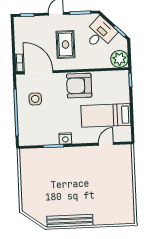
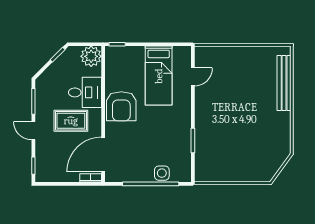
desk: (100, 33) -> (85, 92), moved, turned 135
side table: (35, 99) -> (162, 173), moved
nightstand: (65, 138) -> (184, 126), removed
door: (106, 144) -> (193, 77), swing flipped
bench: (70, 221) -> (284, 83), moved

